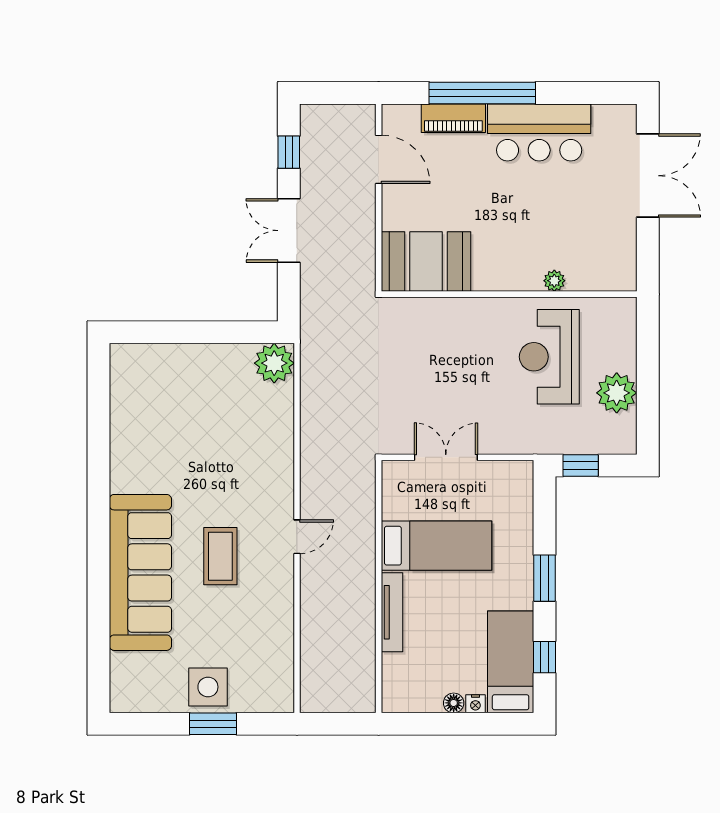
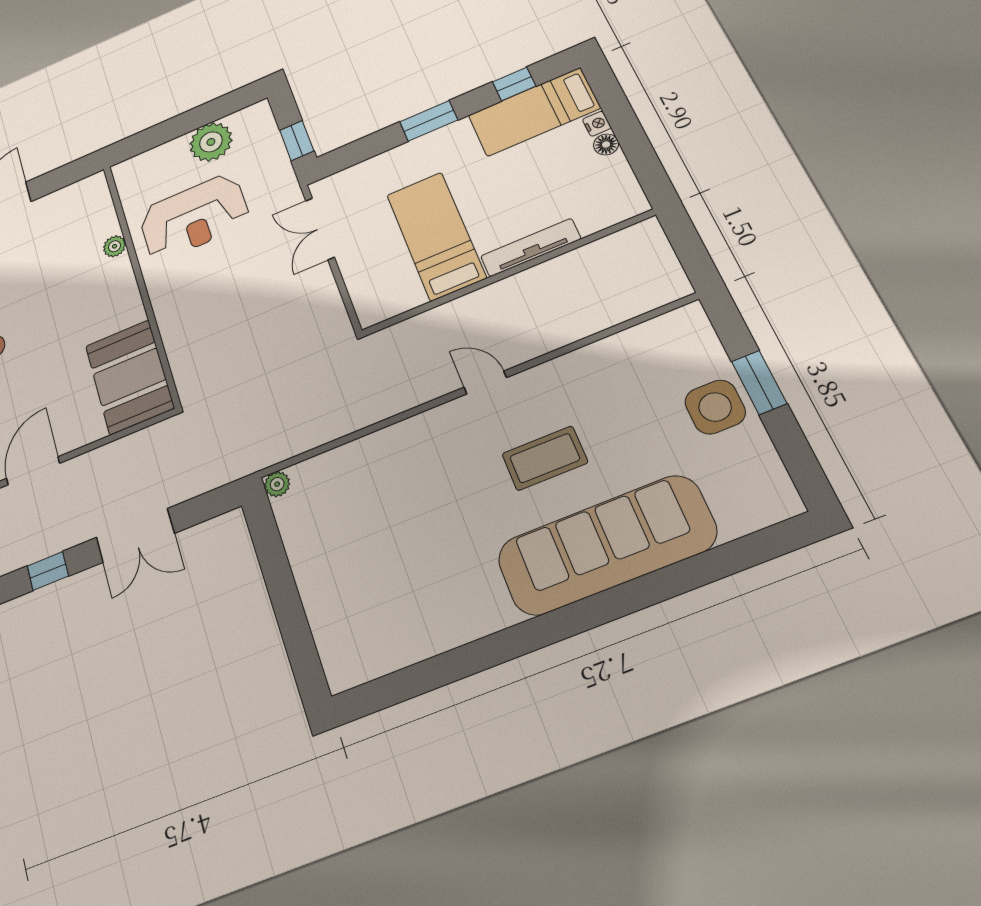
plant: (274, 363) -> (277, 484), width x0.53, depth x0.53
double door: (446, 457) -> (320, 229), moved

